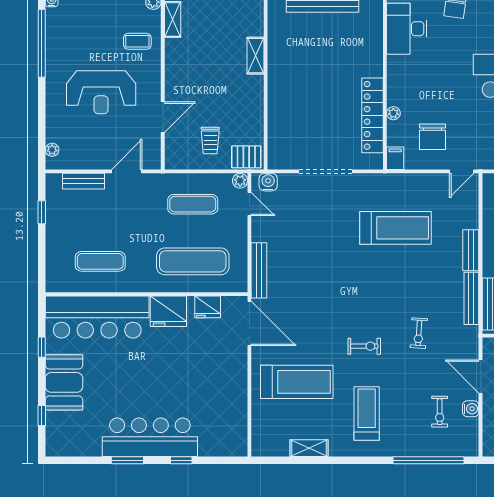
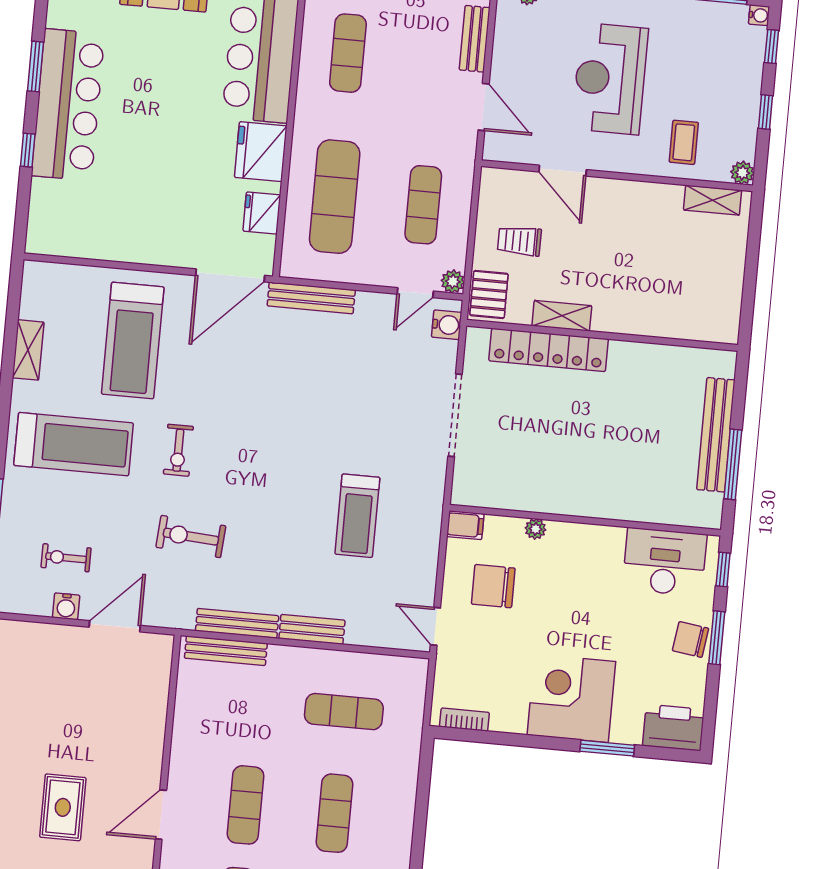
shelving: (256, 56) -> (562, 316), moved
locker: (372, 115) -> (549, 350), moved, turned 180
treadmill: (395, 228) -> (357, 516), width x0.73, depth x0.73
exercise bike: (419, 333) -> (191, 537), width x1.38, depth x1.39
treadmill: (367, 414) -> (74, 444), width x1.37, depth x1.38

